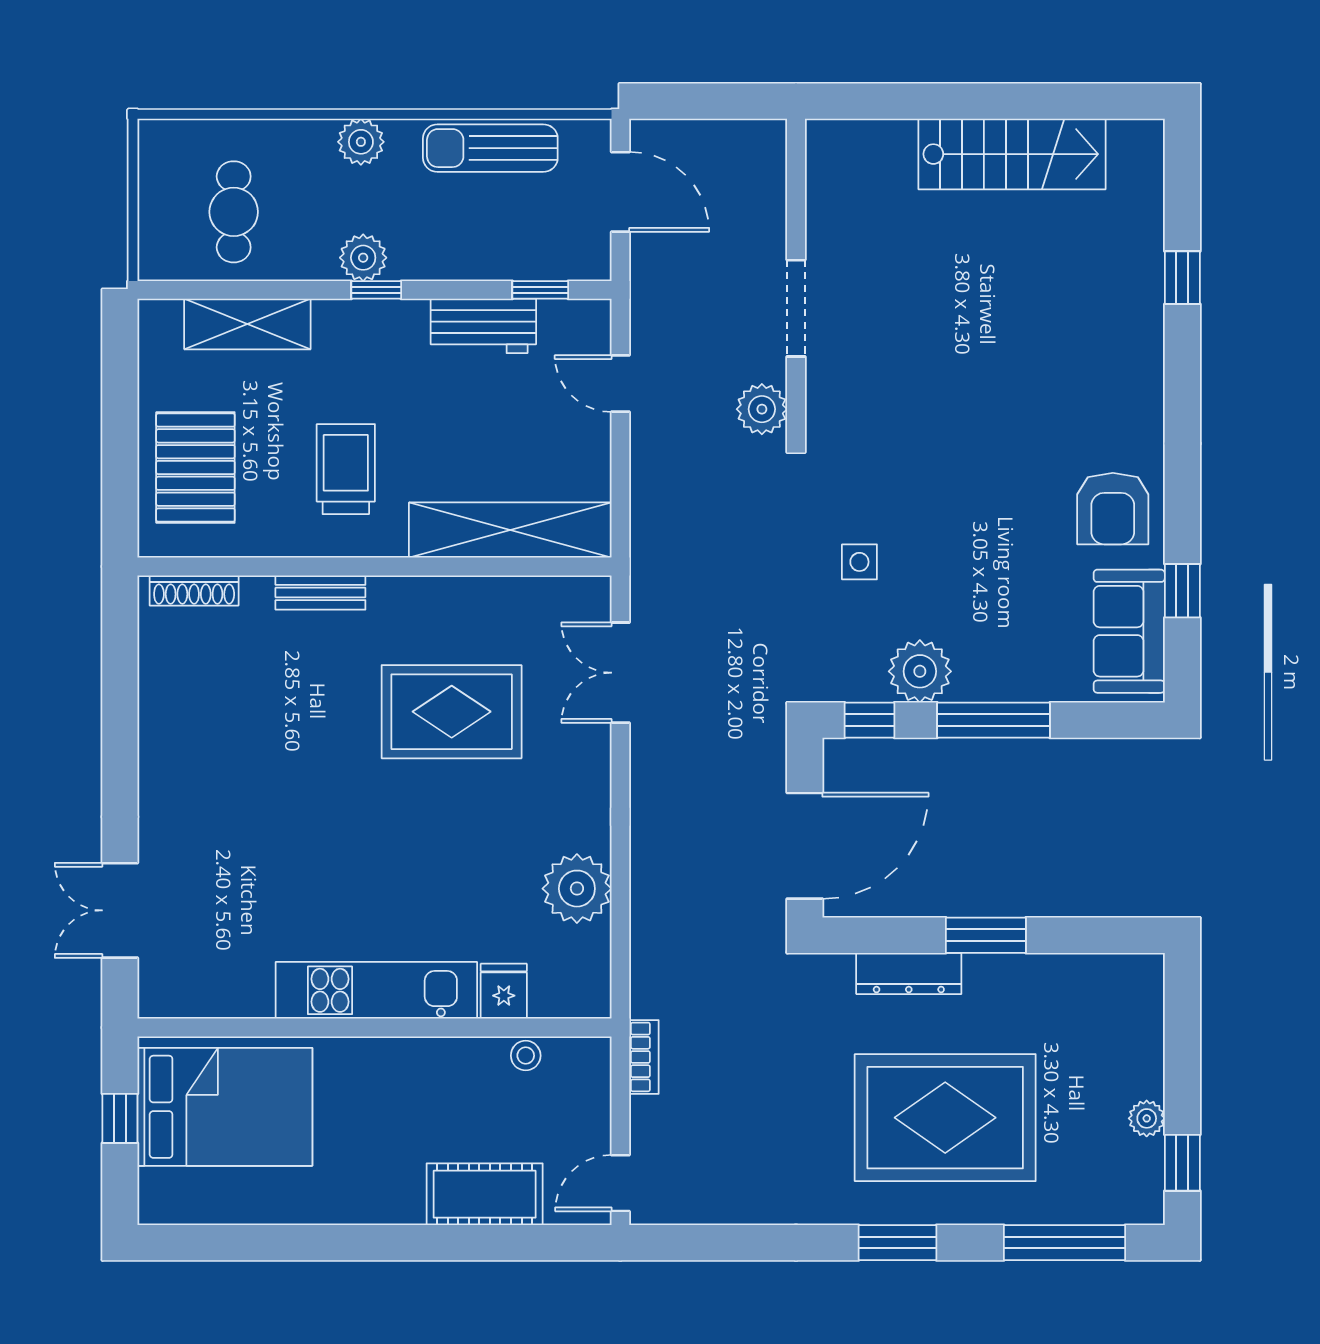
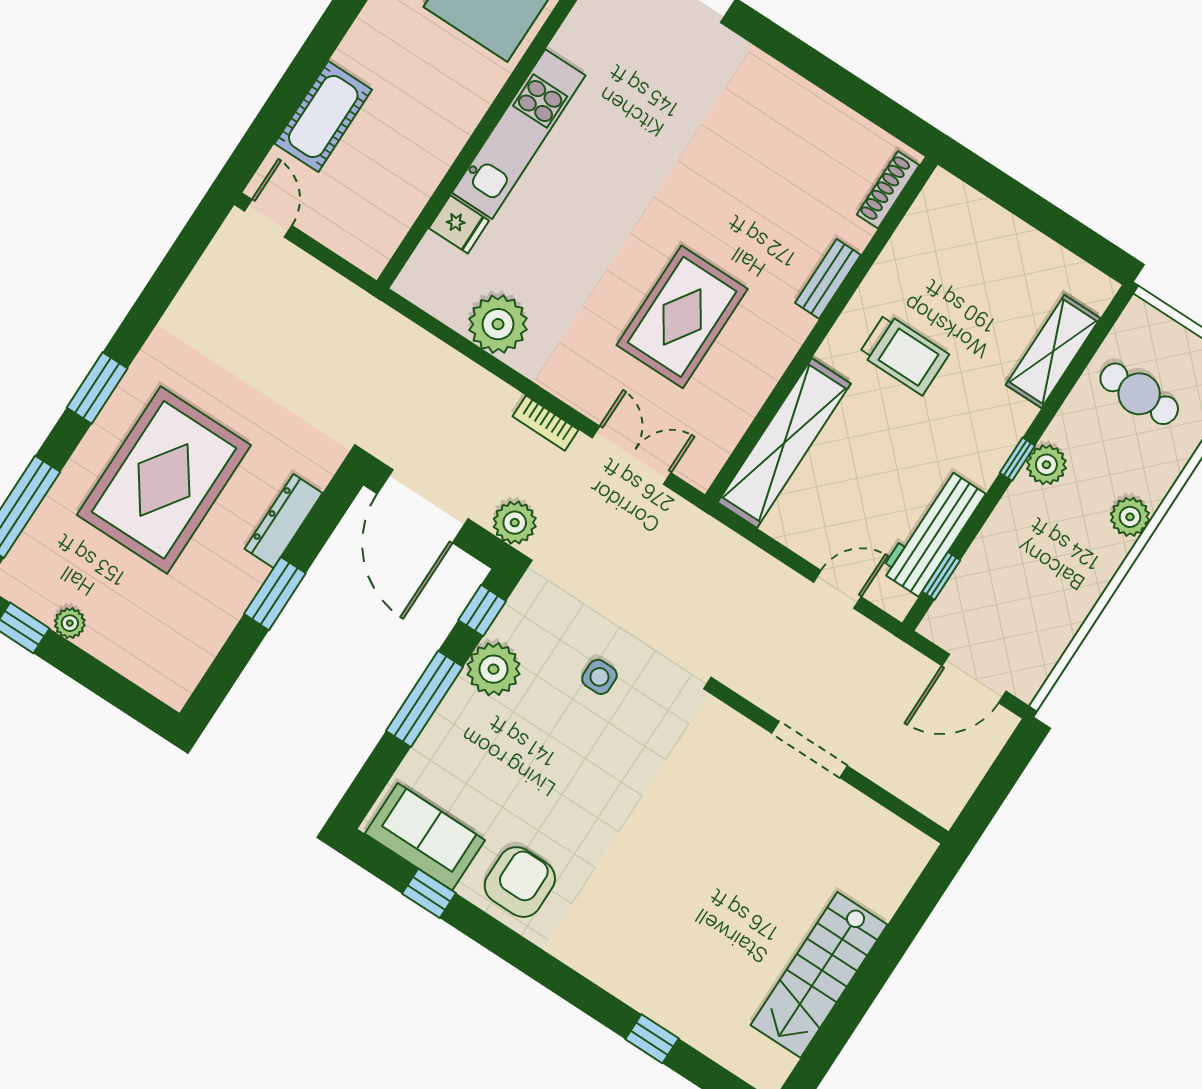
sun lounger: (490, 148) -> (1065, 606), removed
workbench: (483, 326) -> (933, 533), width x1.38
plant: (762, 409) -> (515, 523), moved
pallet: (195, 468) -> (975, 248), removed
armchair: (1113, 509) -> (520, 882), turned 90
stool: (526, 1056) -> (403, 210), removed
bookcase: (644, 1057) -> (546, 423), moved

